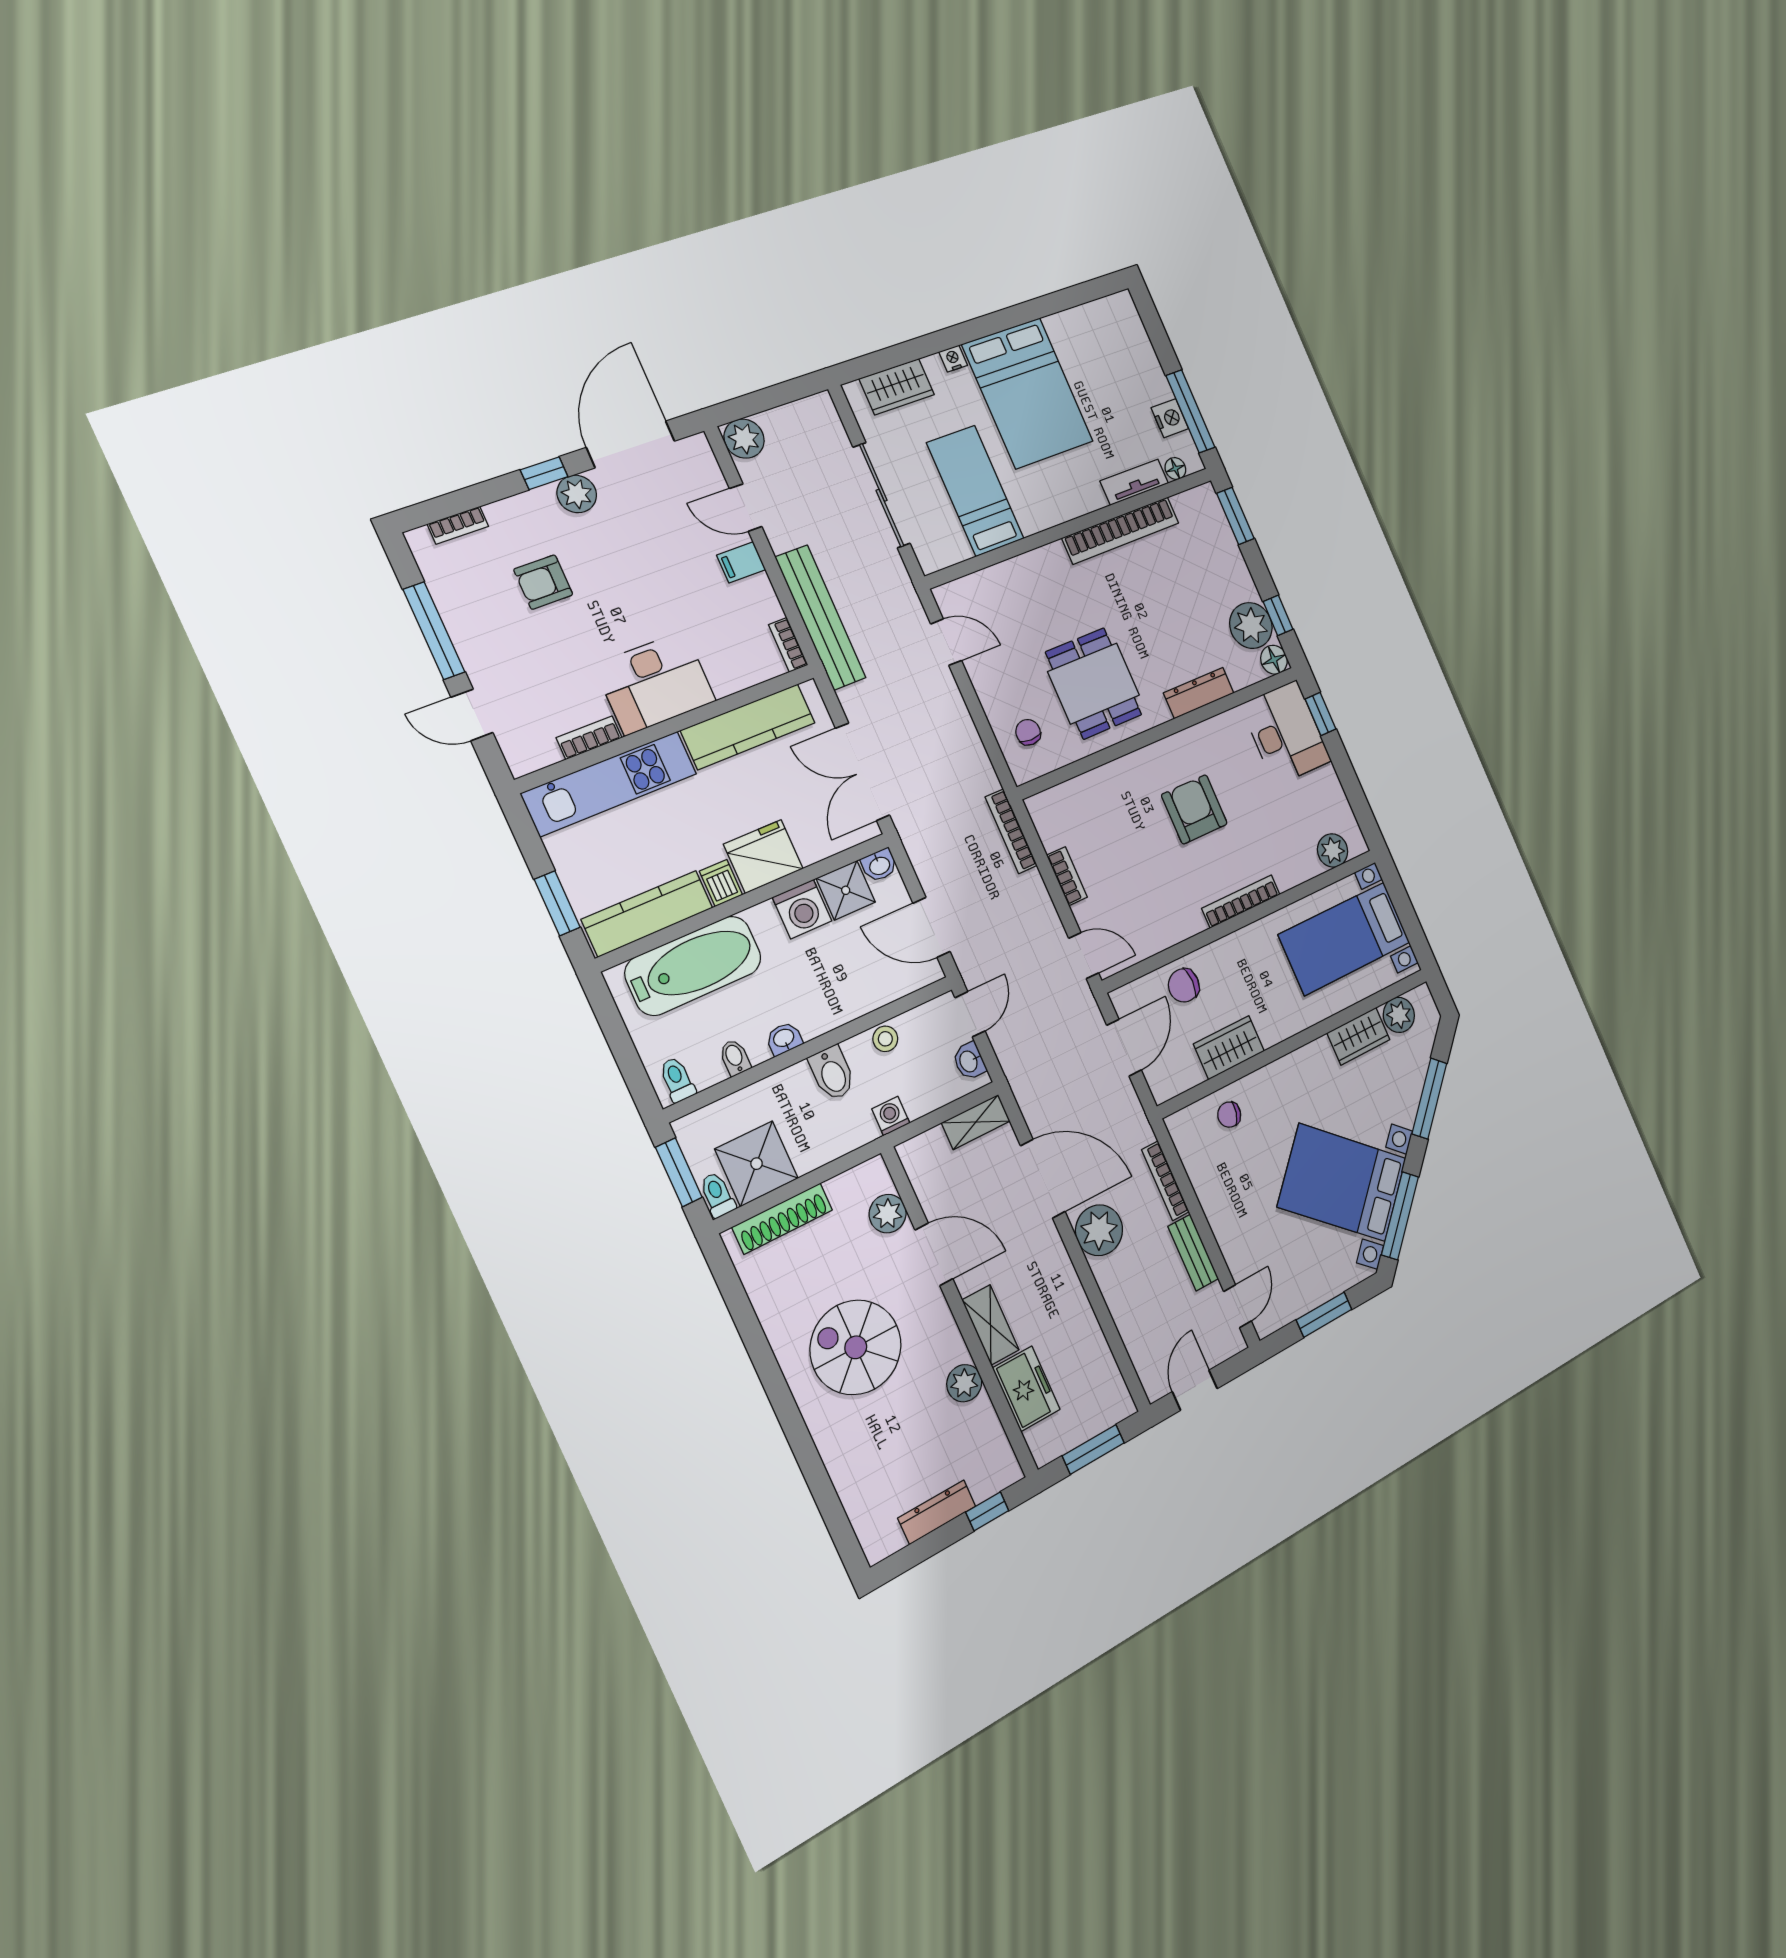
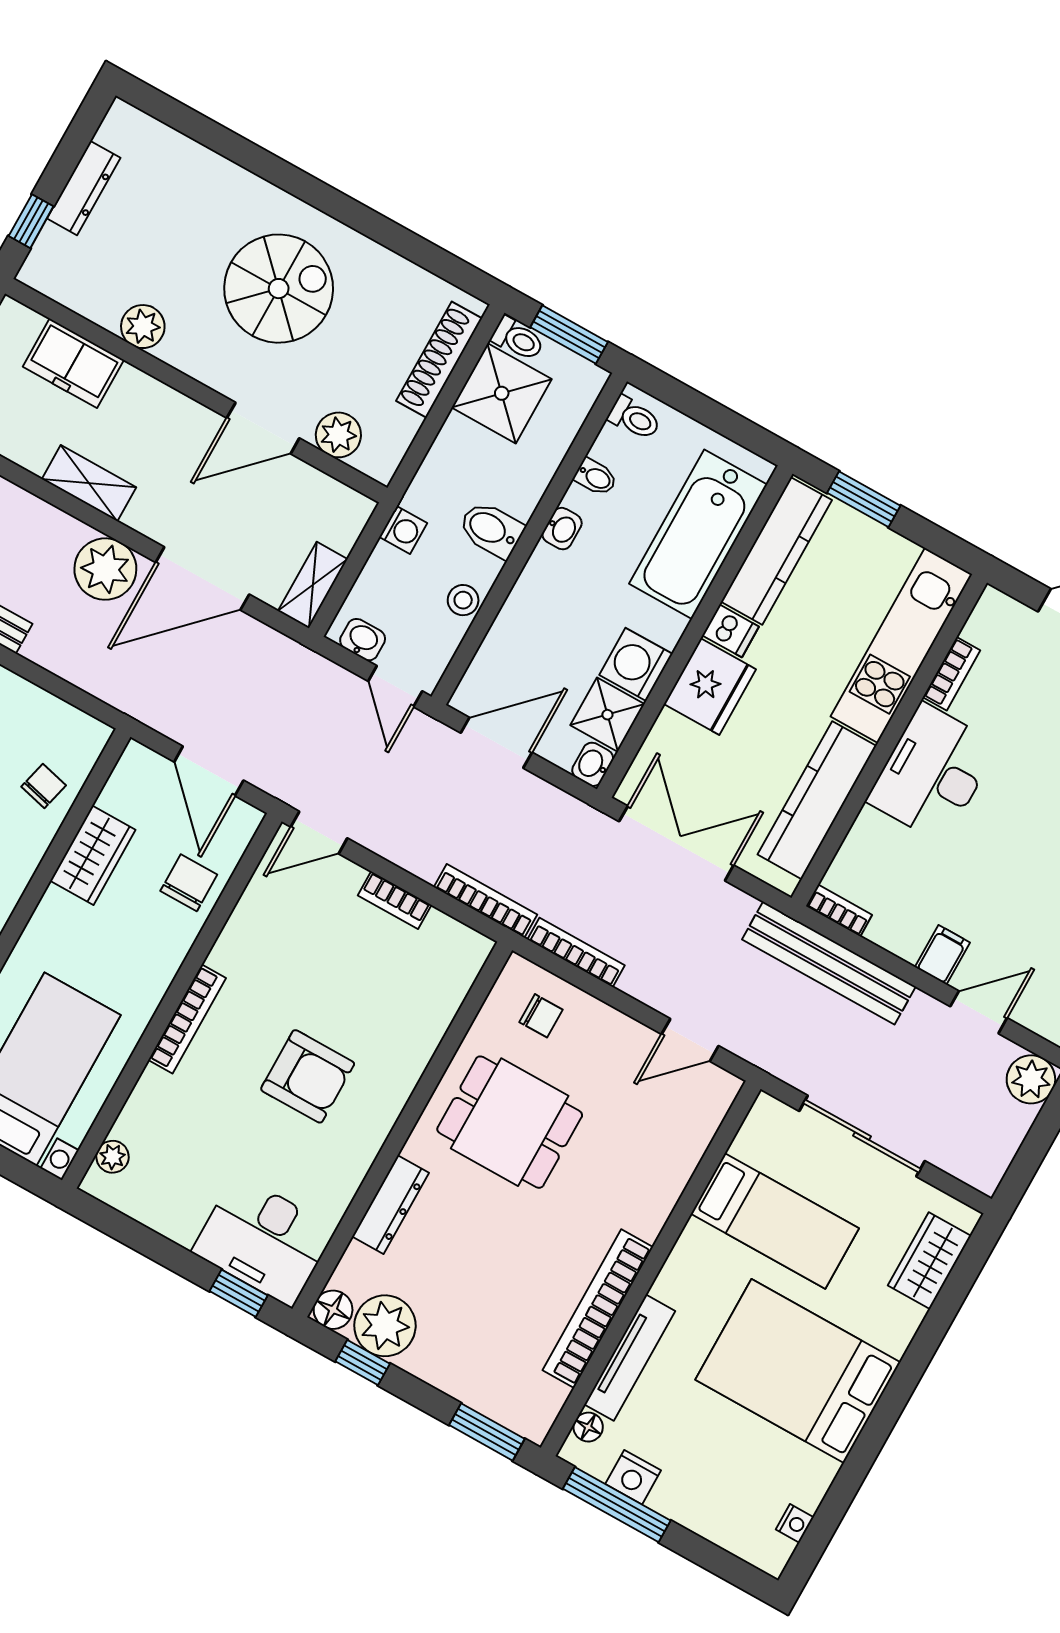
nightstand: (953, 359) -> (795, 1523), moved
tv unit: (1134, 482) -> (630, 1358), width x1.41
plant: (1333, 850) -> (112, 1157), width x0.73, depth x0.73
bookcase: (1165, 1181) -> (576, 952), moved
shelving: (991, 1325) -> (89, 483), moved

